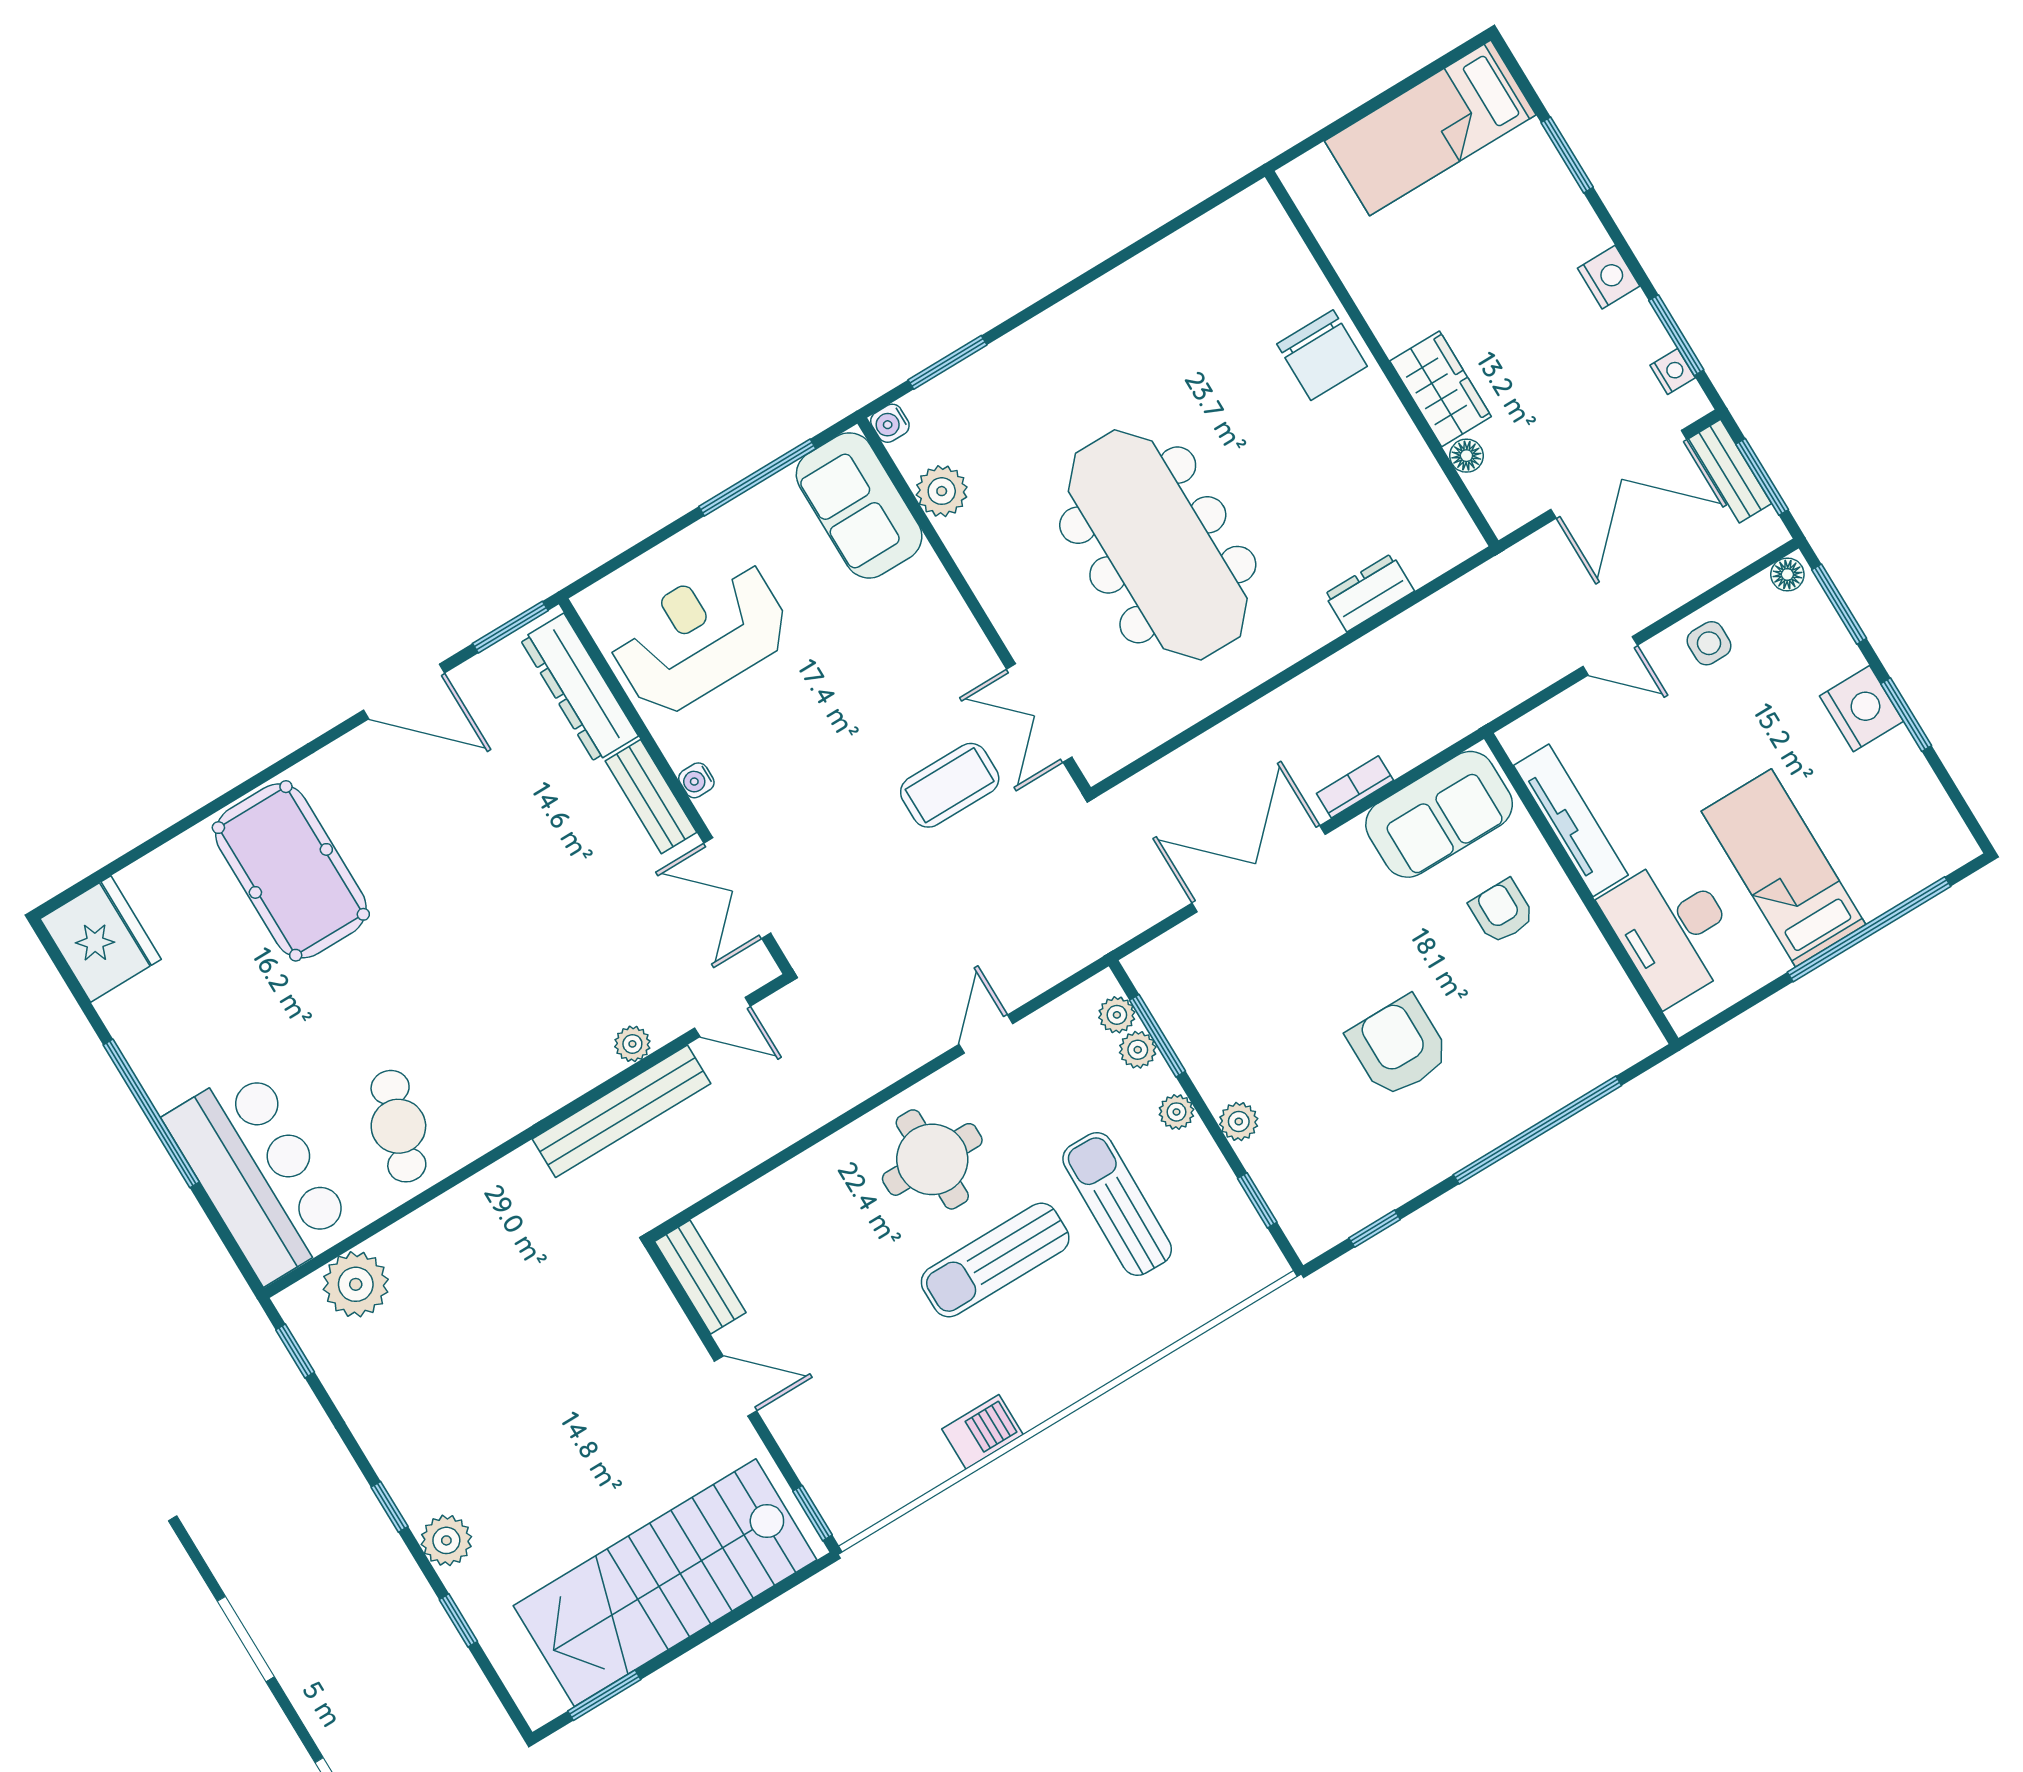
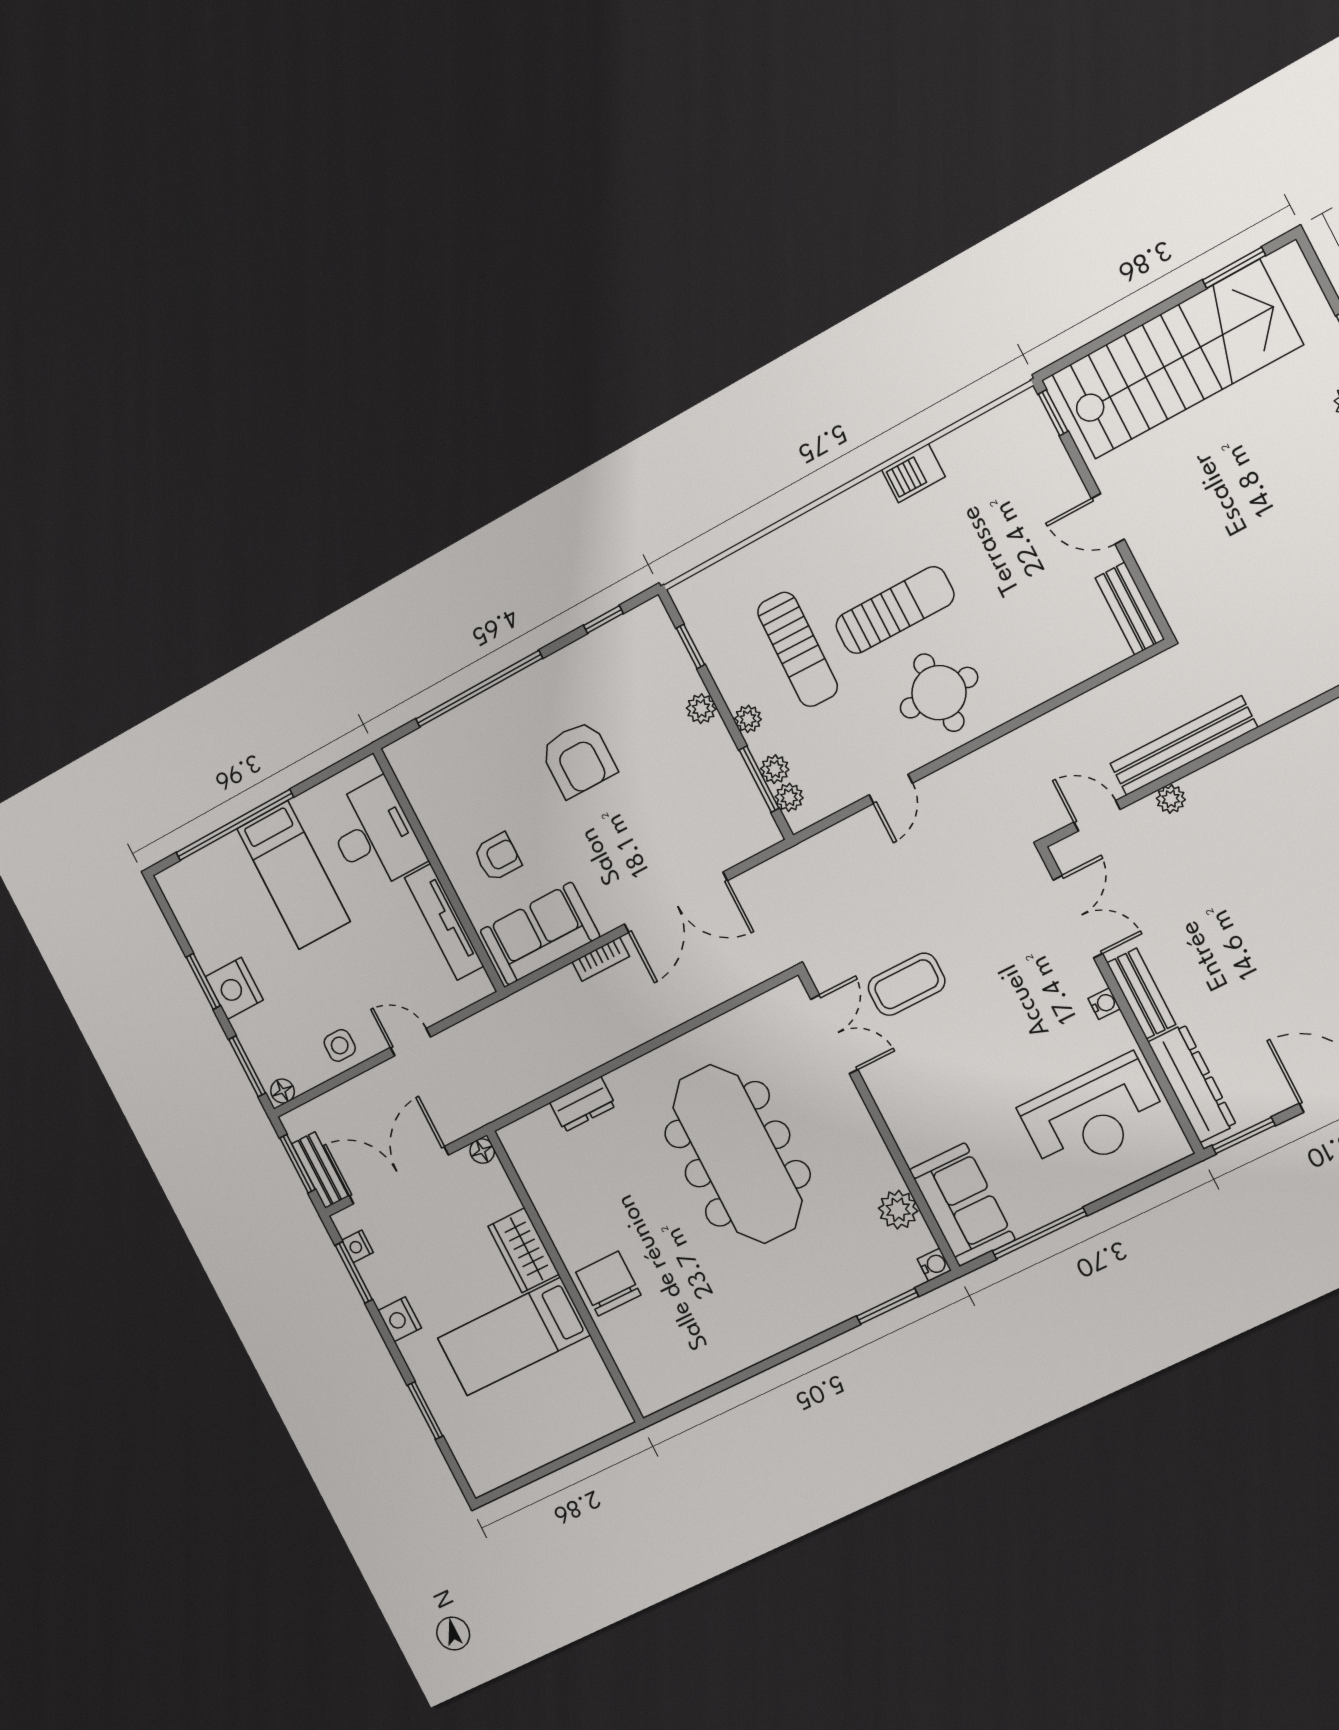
bed: (1430, 128) -> (514, 1337), moved, turned 180
floor lamp: (1466, 456) -> (482, 1151), moved
armchair: (1502, 911) -> (497, 857), turned -90

